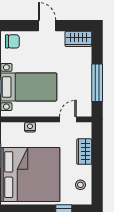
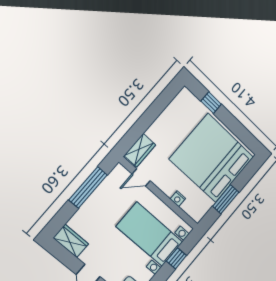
wardrobe: (84, 152) -> (140, 150), moved
stool: (80, 185) -> (179, 111), removed

